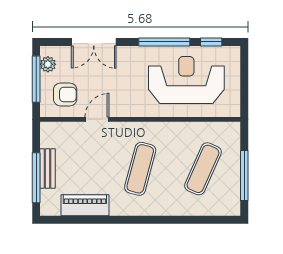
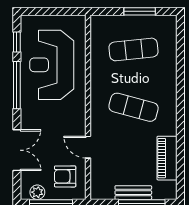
armchair: (65, 94) -> (65, 176), turned -90
exercise mat: (203, 169) -> (134, 49), turned -30
window: (244, 175) -> (140, 11), width x0.69

